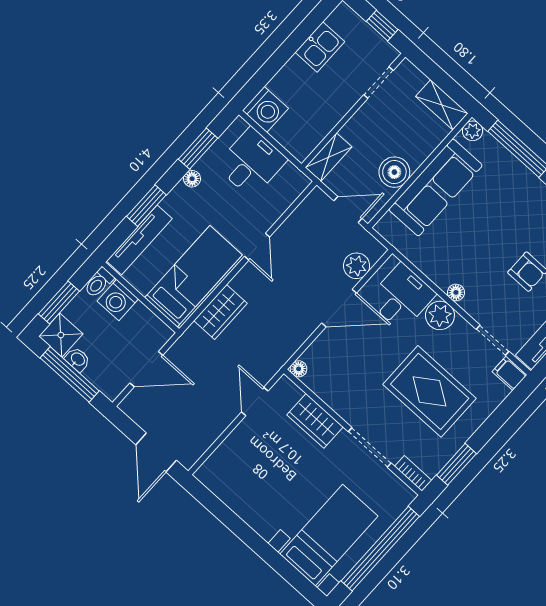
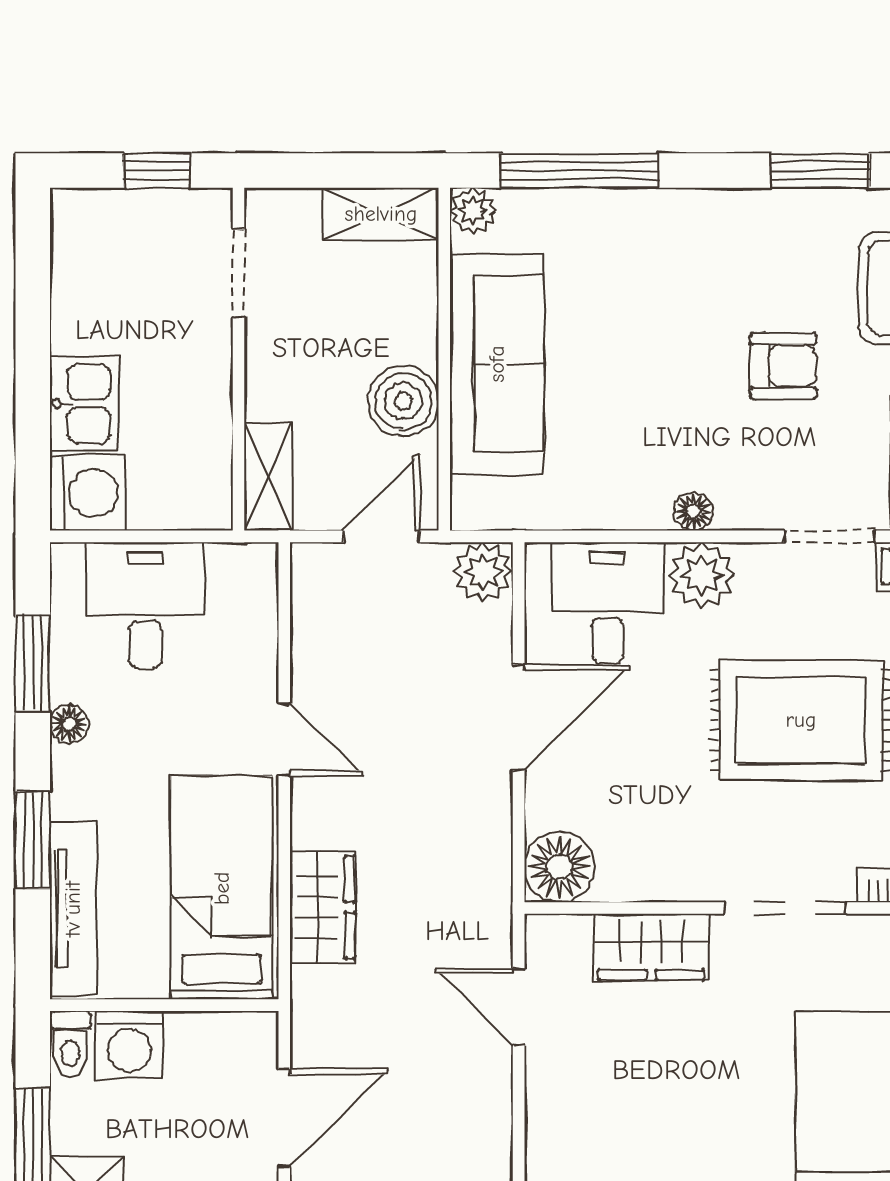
kitchen sink: (320, 47) -> (84, 403), moved
plant: (357, 266) -> (483, 572), moved
floor lamp: (299, 369) -> (560, 867), width x1.89, depth x1.89

